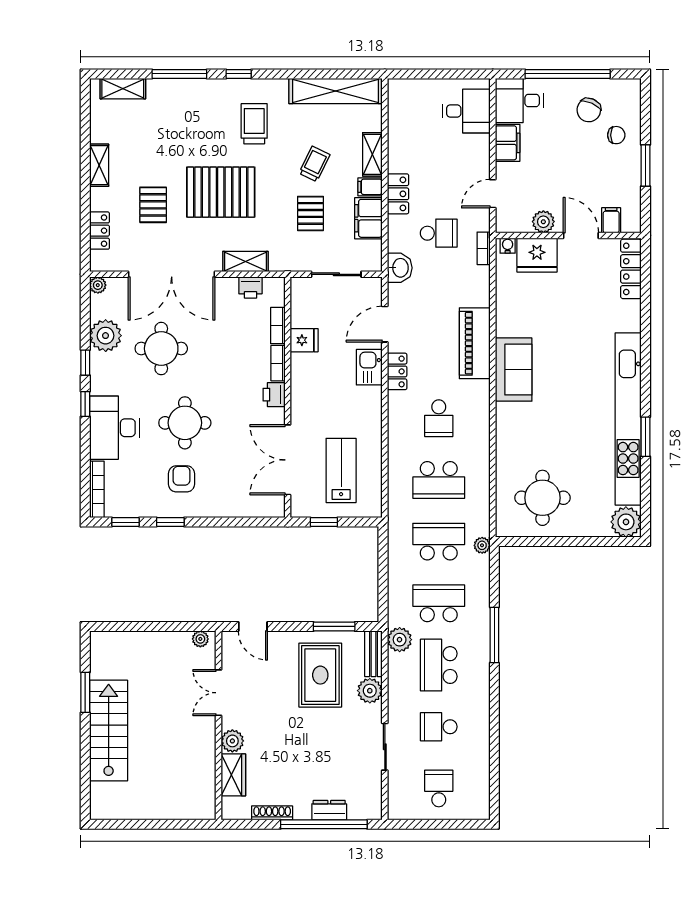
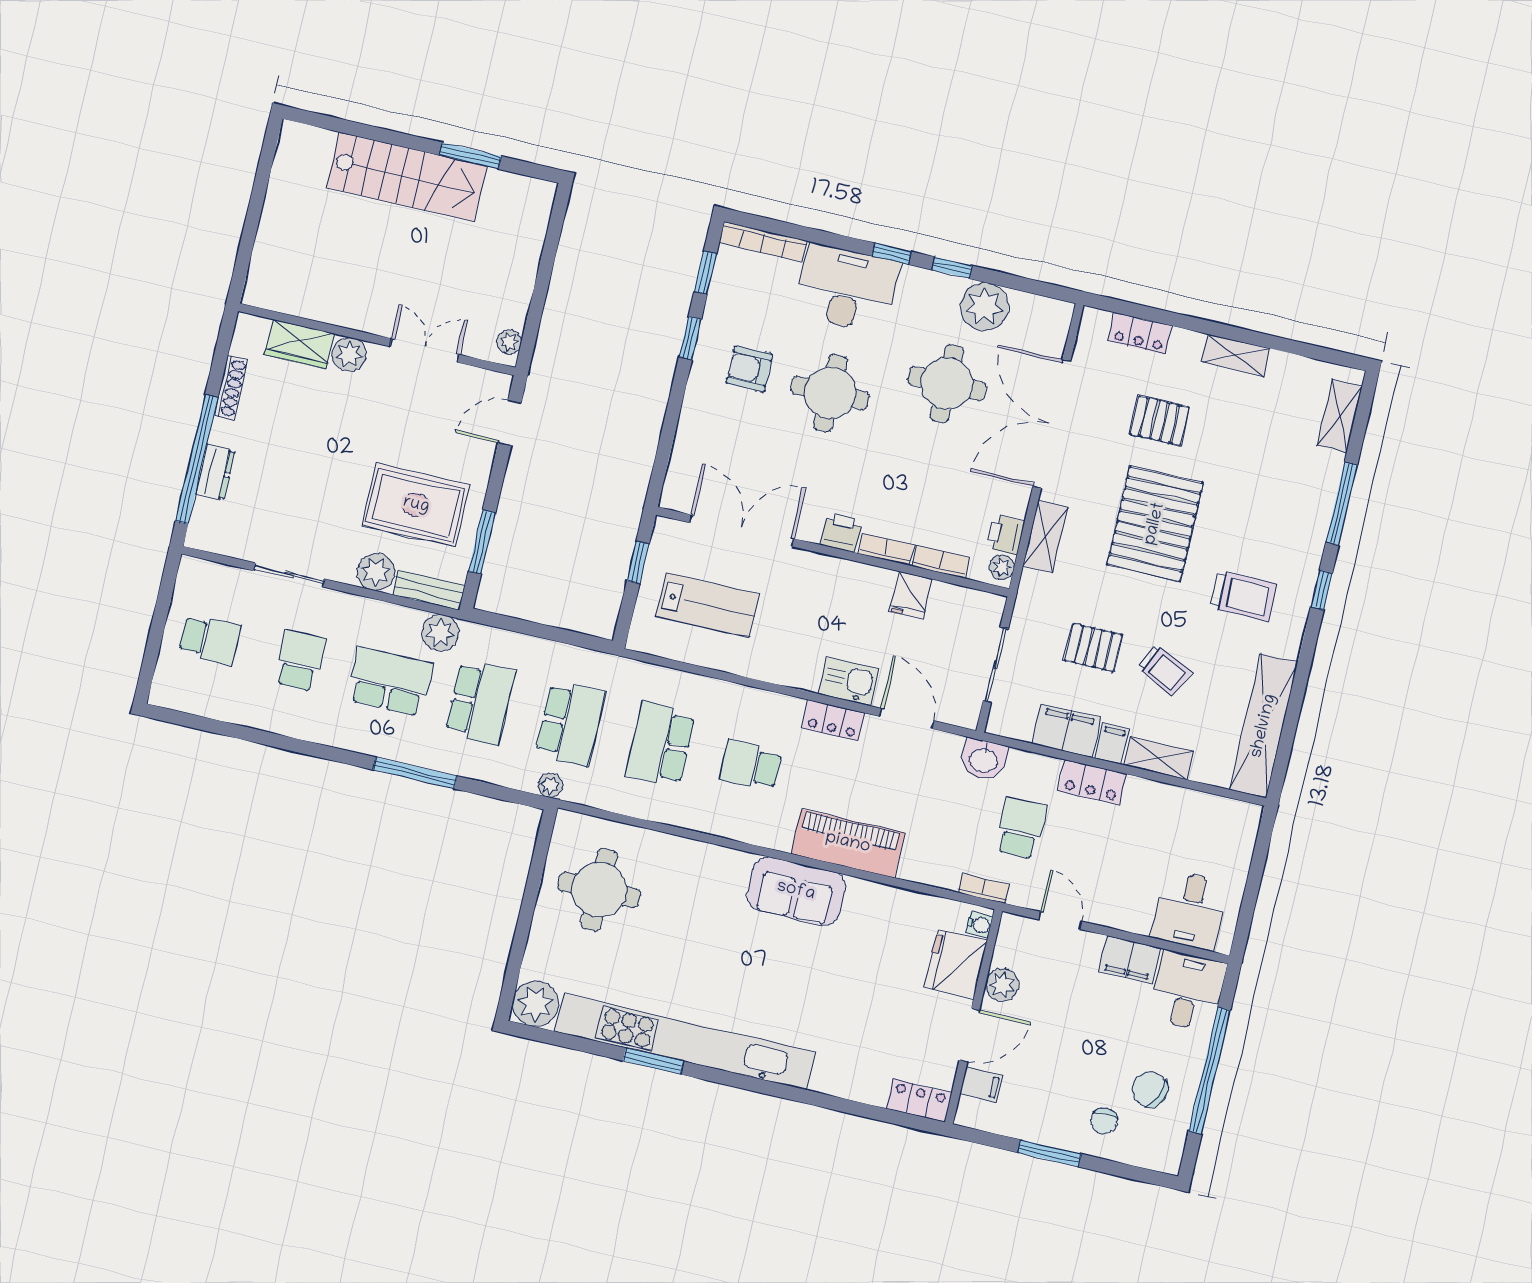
school desk: (439, 233) -> (1021, 828), turned 180
locker: (631, 269) -> (919, 1101), width x0.66
plant: (98, 285) -> (1002, 567), moved
armchair: (181, 479) -> (750, 369), turned 180

